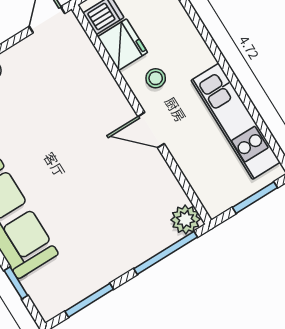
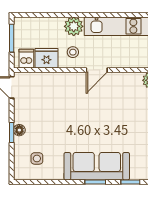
plant: (195, 56) -> (74, 26), added

